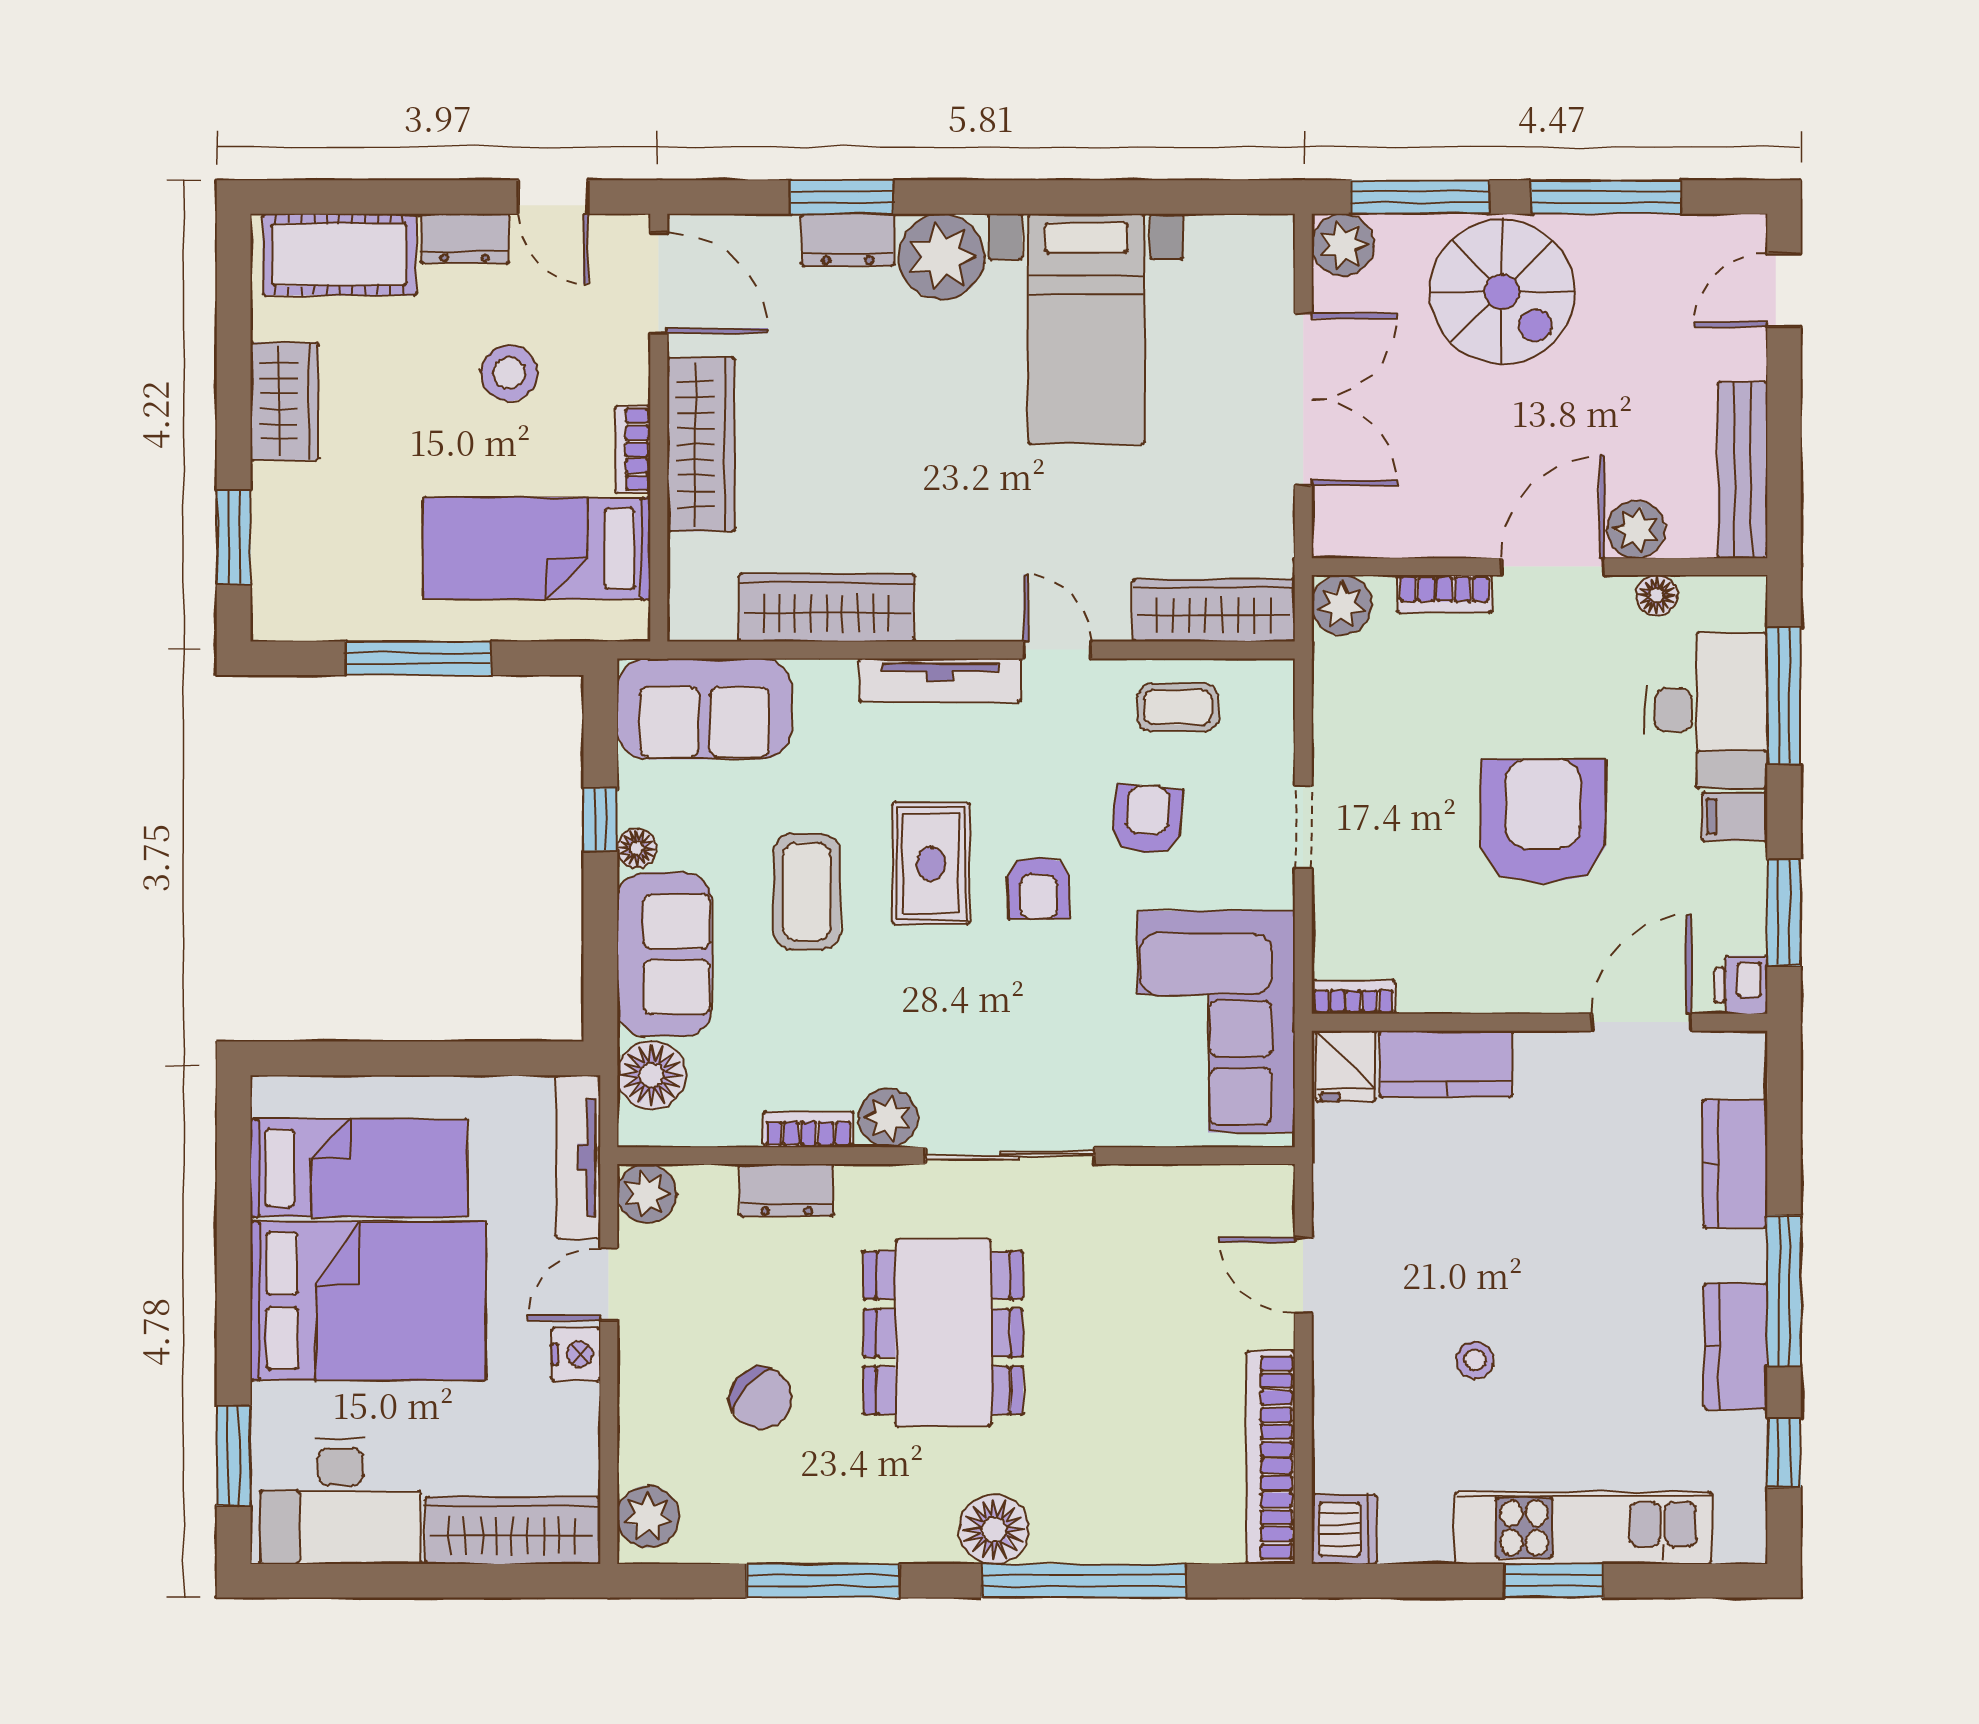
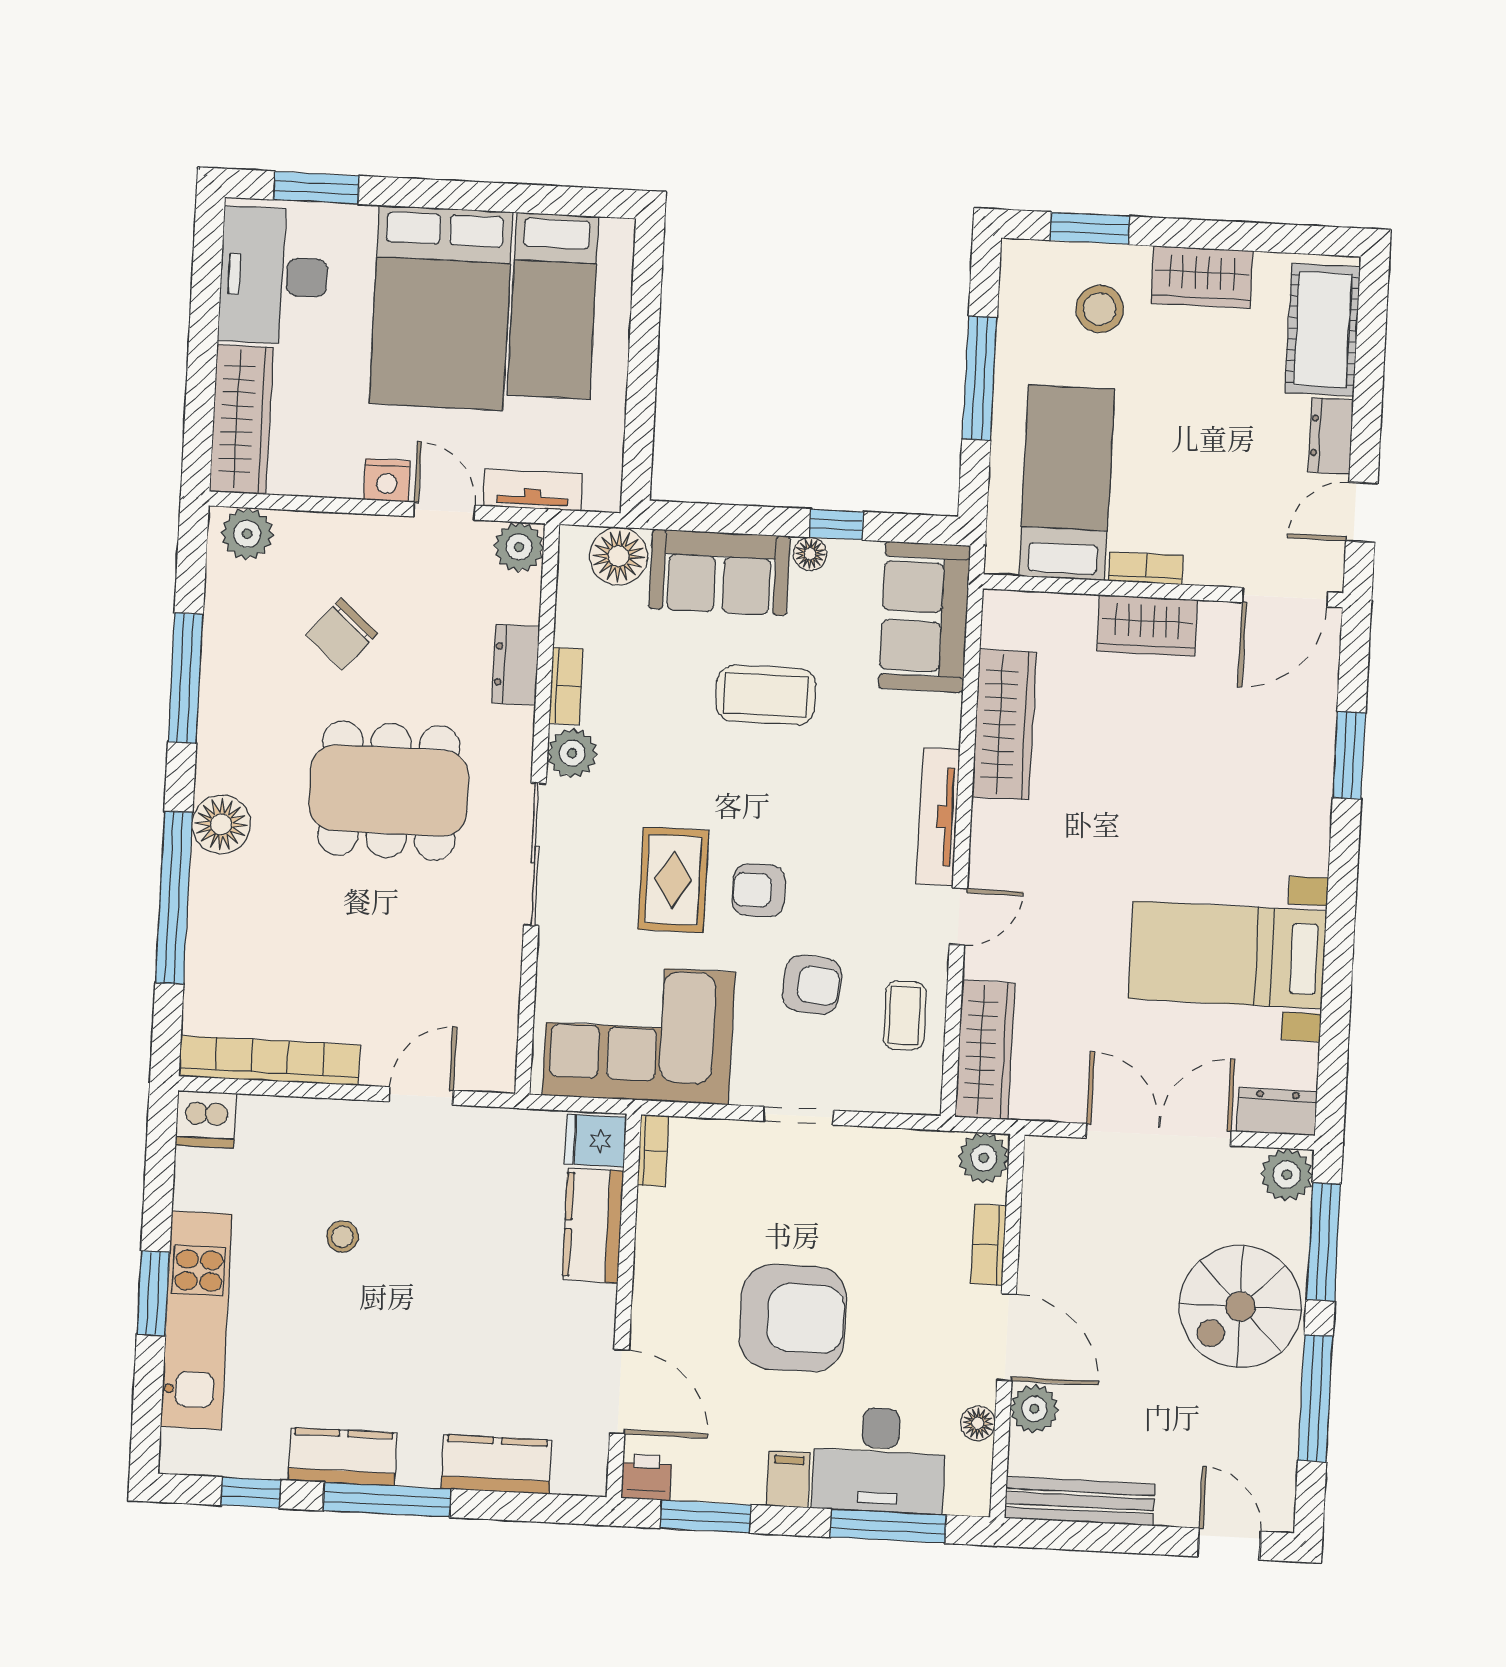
dresser: (848, 240) -> (1277, 1112), moved, turned 90
plant: (942, 257) -> (1295, 836), removed
stool: (509, 373) -> (1100, 309), moved
double door: (1303, 399) -> (1158, 1135), swing flipped
wardrobe: (701, 444) -> (1147, 626), width x0.67
rug: (931, 864) -> (673, 880), moved, turned 90
tv unit: (578, 1157) -> (533, 490), width x0.71

